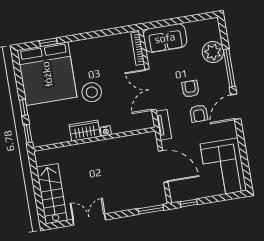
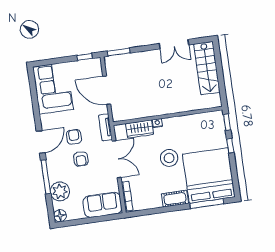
floor lamp: (212, 25) -> (60, 216), added
window: (48, 42) -> (207, 204), width x2.17
cot: (84, 47) -> (175, 199), added
wardrobe: (85, 131) -> (140, 129), moved

